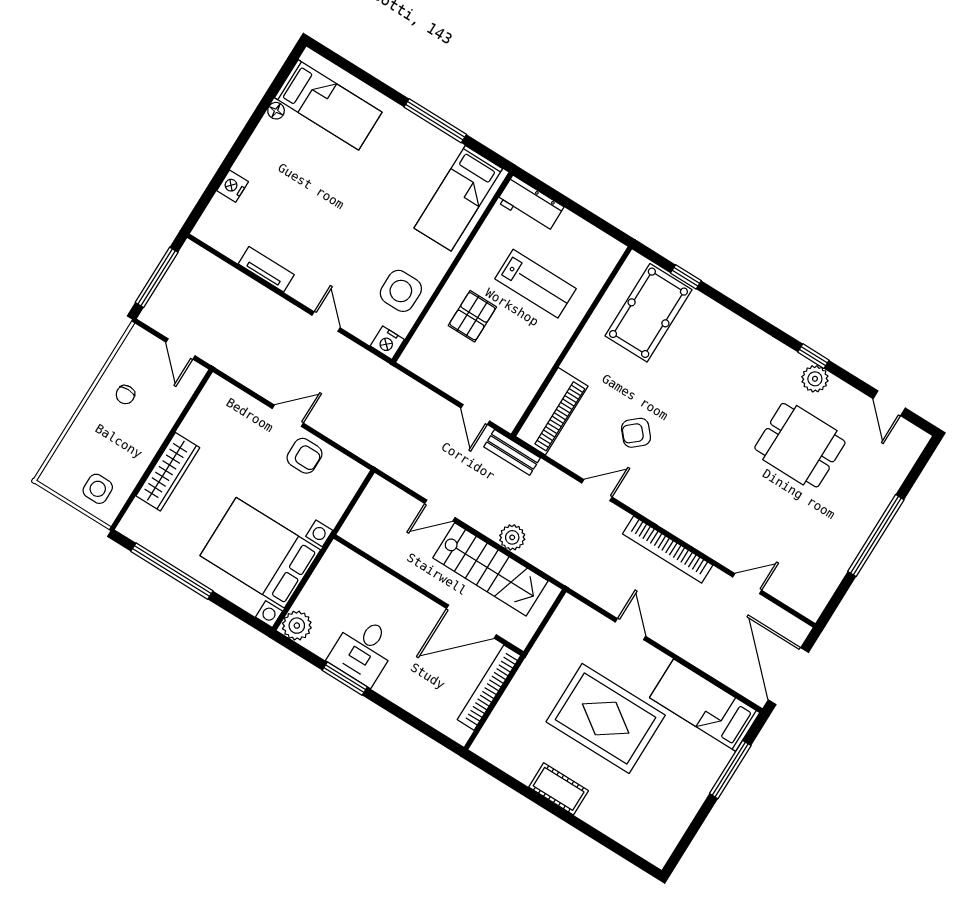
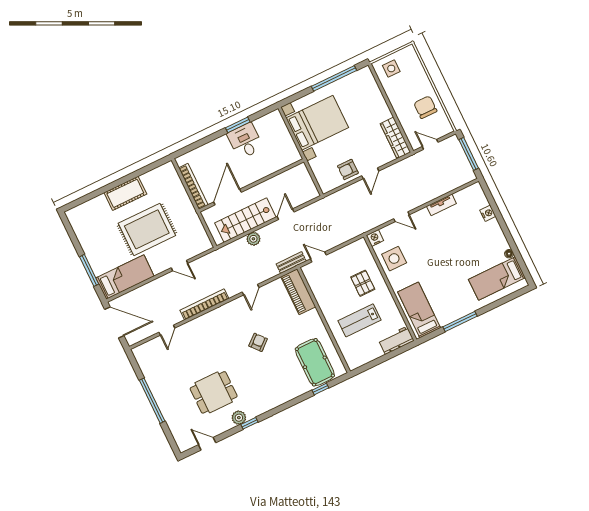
chair: (125, 395) -> (425, 107), width x1.87, depth x1.87
armchair: (636, 433) -> (258, 342), moved
wardrobe: (168, 472) -> (395, 138), moved
plant: (297, 626) -> (275, 118), removed
cot: (559, 789) -> (125, 193), width x1.37, depth x1.34

